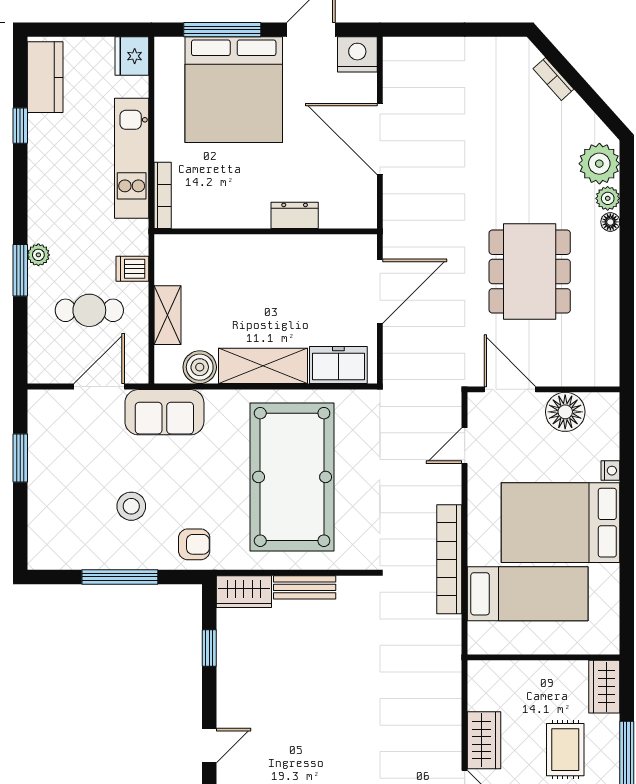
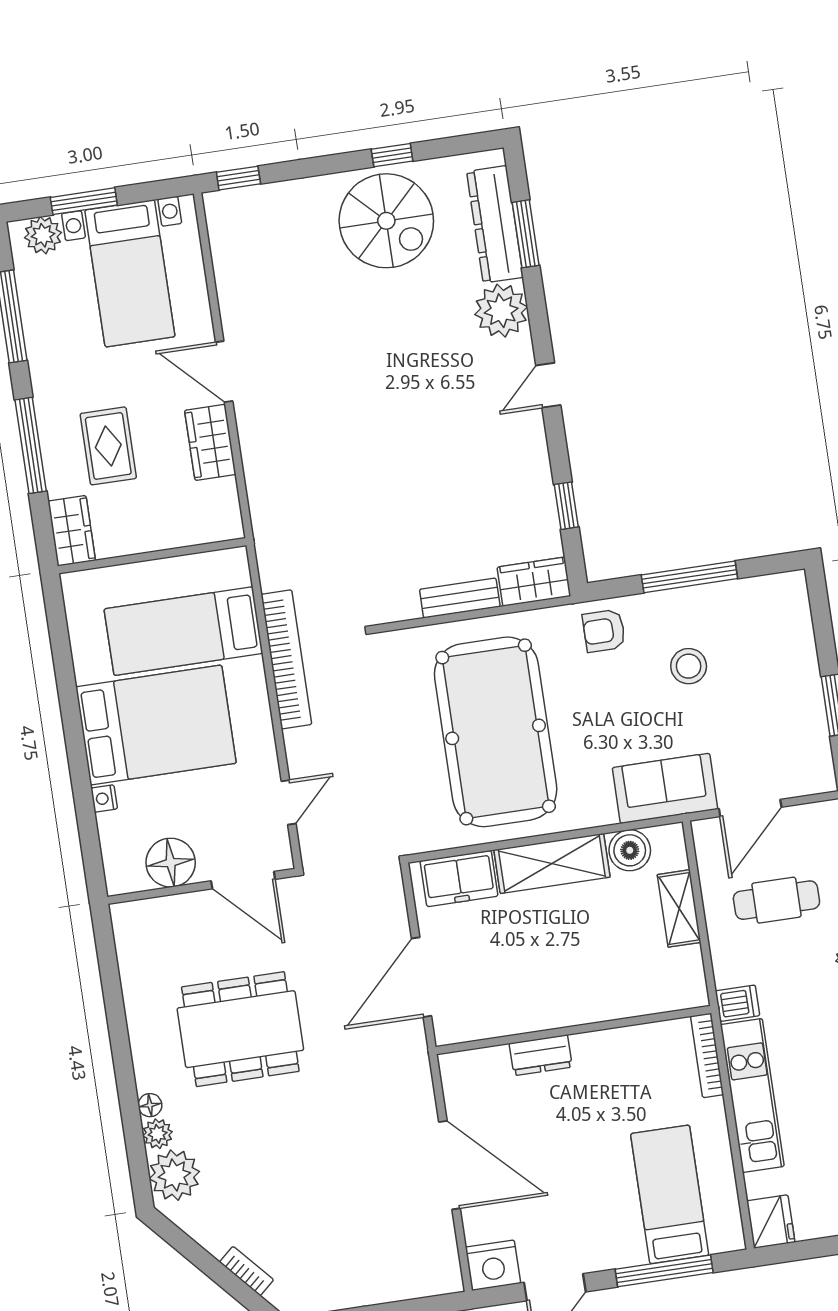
bed: (234, 90) -> (670, 1194), width x0.49
dishwasher: (132, 269) -> (738, 1003), moved
dining table: (530, 272) -> (240, 1029), turned 90

